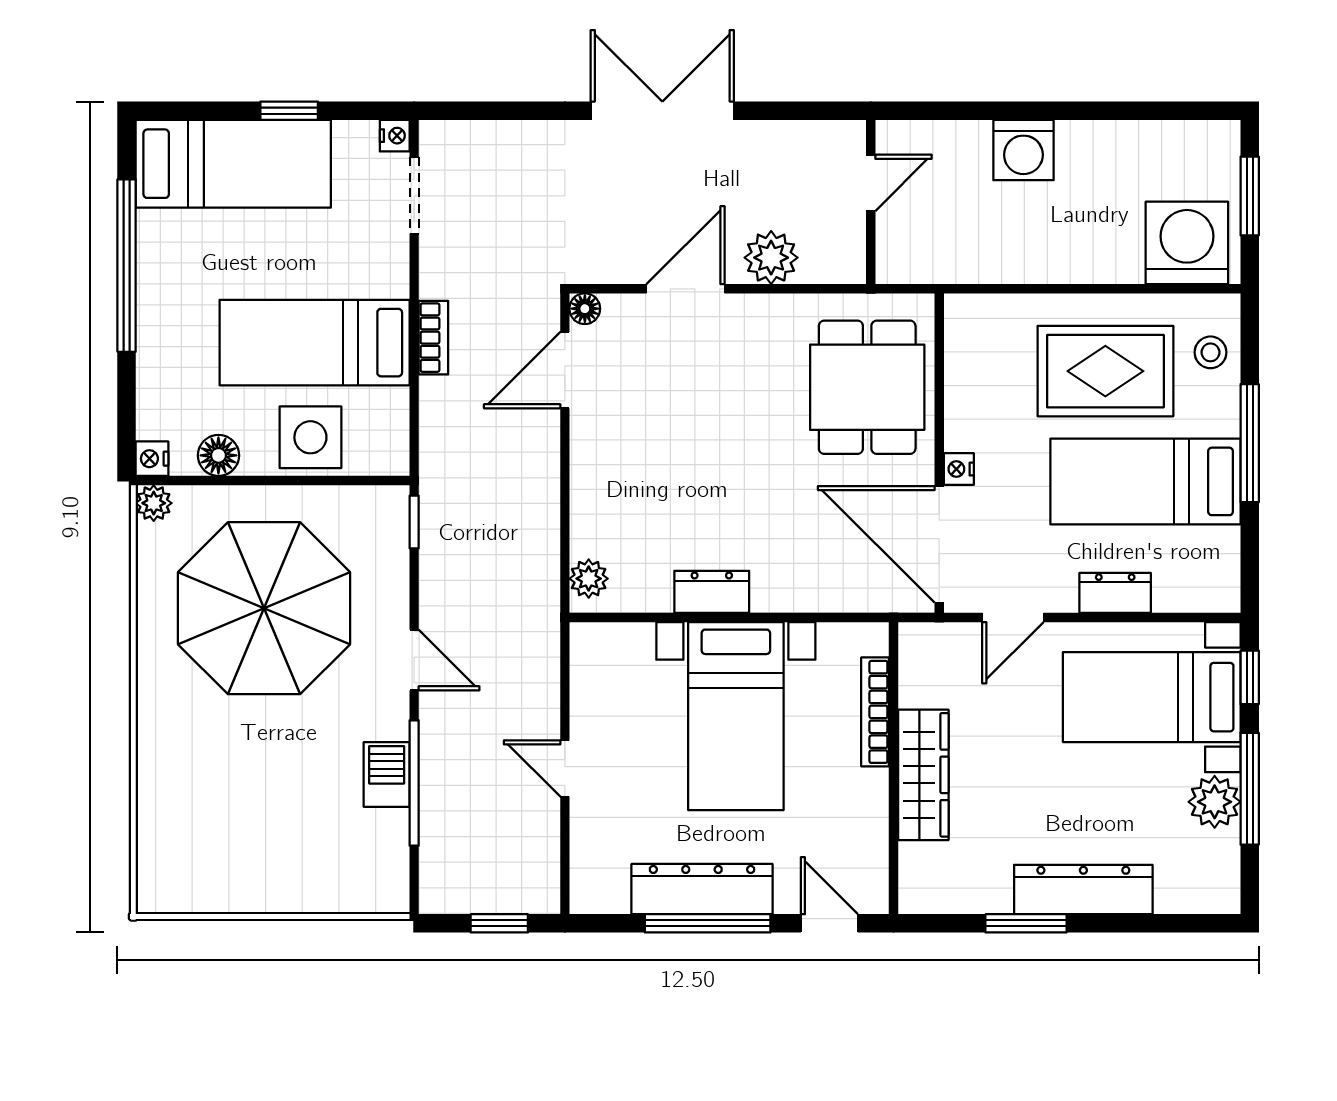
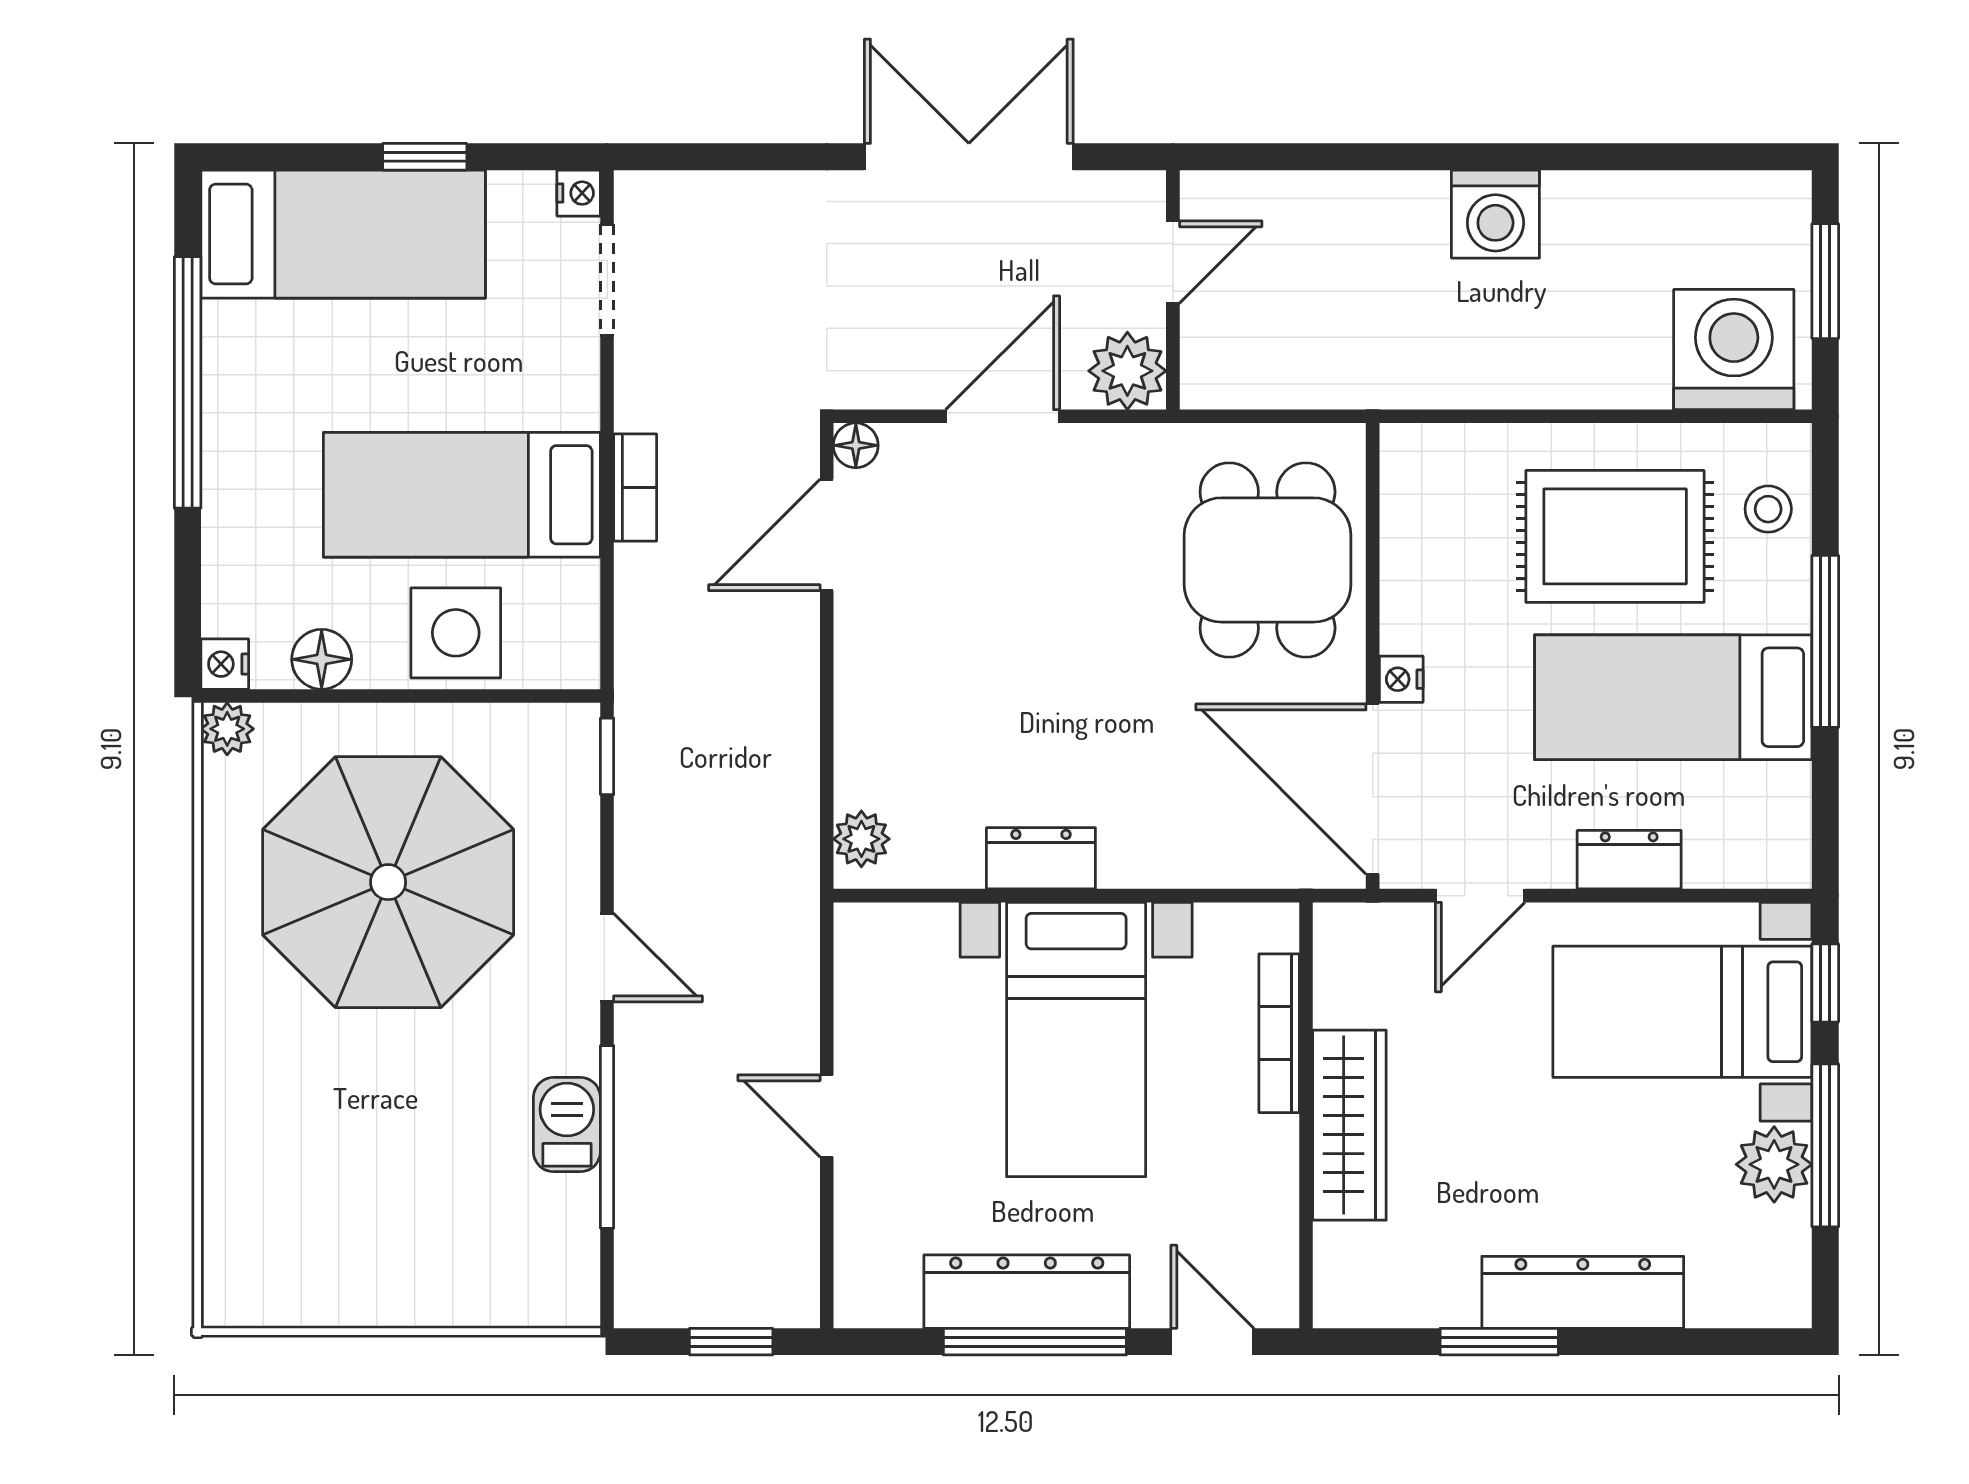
door: (871, 183) -> (1173, 262), moved
wall: (871, 202) -> (1173, 290), moved

